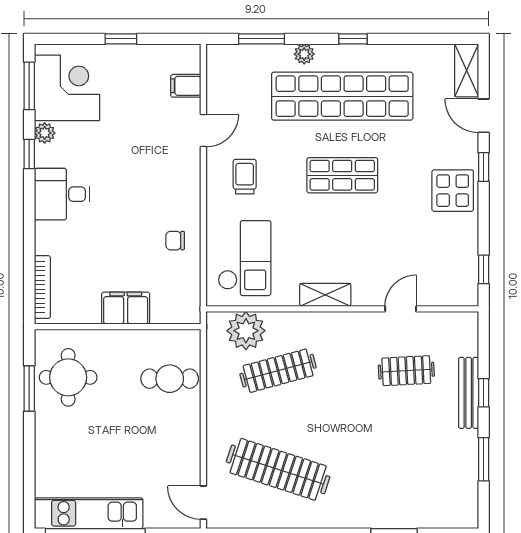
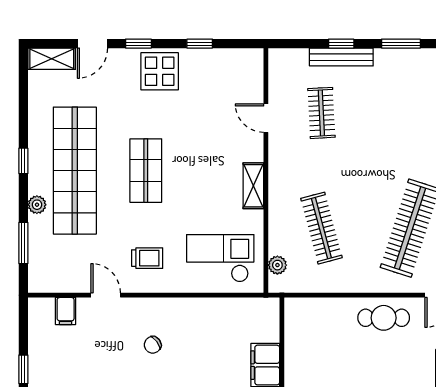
trolley: (245, 177) -> (147, 258), turned 180
chair: (175, 241) -> (153, 345), moved, turned 54
window: (484, 269) -> (200, 44), moved
plant: (246, 331) -> (277, 265), width x0.53, depth x0.53
cafe table: (170, 379) -> (384, 318), moved, turned 90

